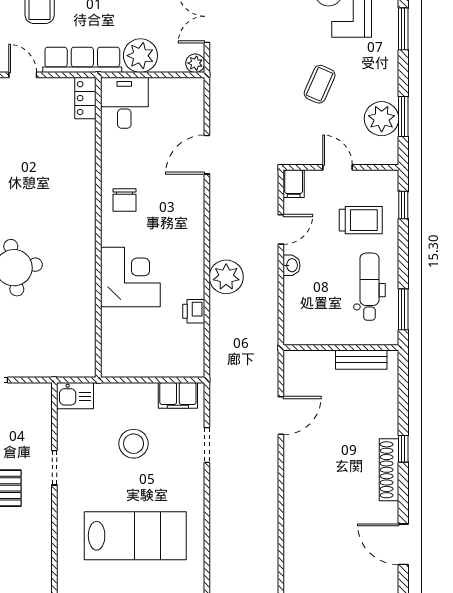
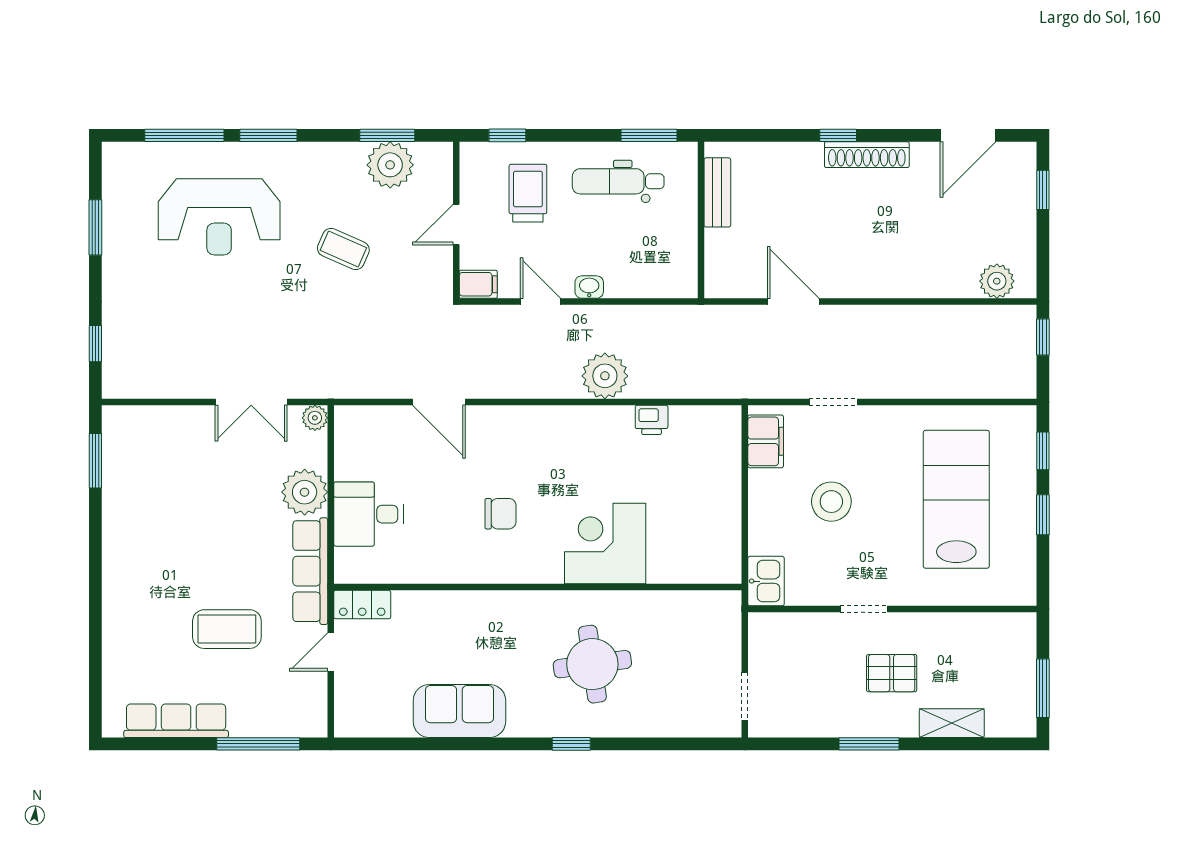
locker: (85, 98) -> (362, 605), moved
wall: (98, 227) -> (538, 587), moved
corner desk: (130, 277) -> (605, 543), moved
plant: (296, 566) -> (997, 281), added

